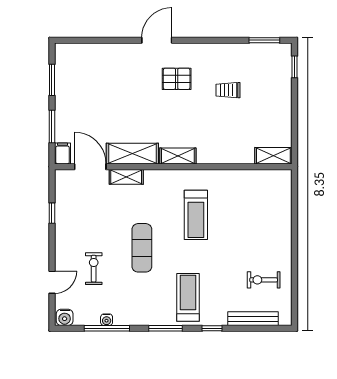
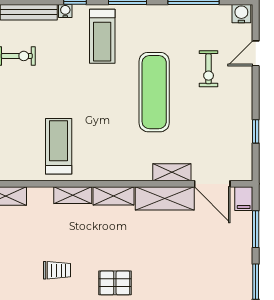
shelving: (214, 156) -> (73, 195), added
treadmill: (196, 215) -> (59, 146), moved
exercise mat: (142, 248) -> (154, 92), width x1.36, depth x1.45
water cooler: (107, 320) -> (65, 11), moved

